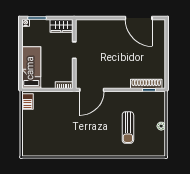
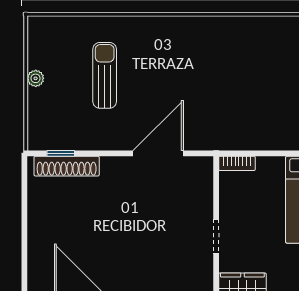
door: (92, 90) -> (158, 153), moved

